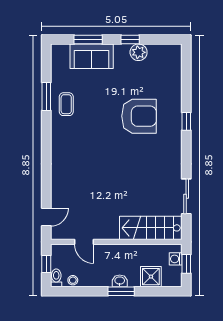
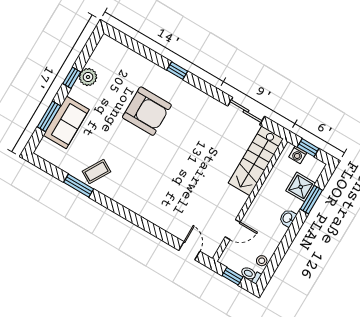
coffee table: (66, 104) -> (97, 172), turned -60
armchair: (139, 116) -> (147, 111), turned 90
window: (121, 291) -> (311, 200), moved

